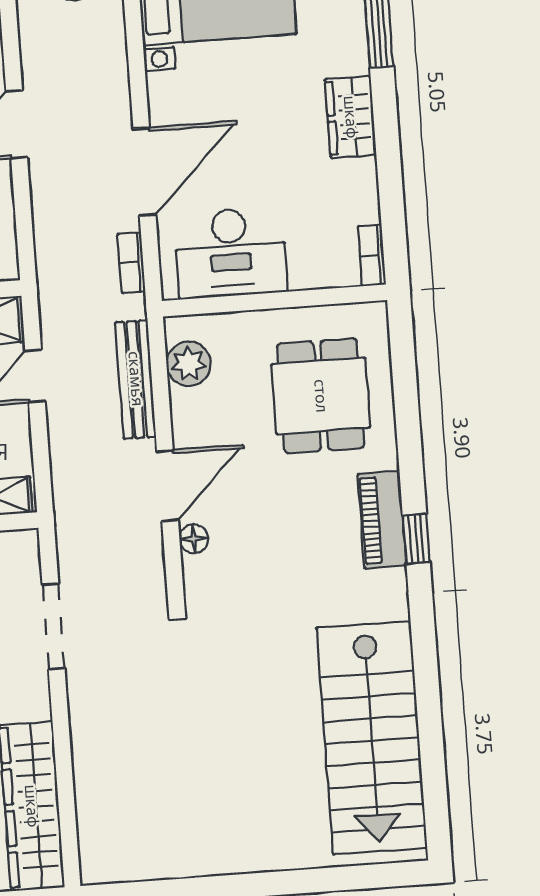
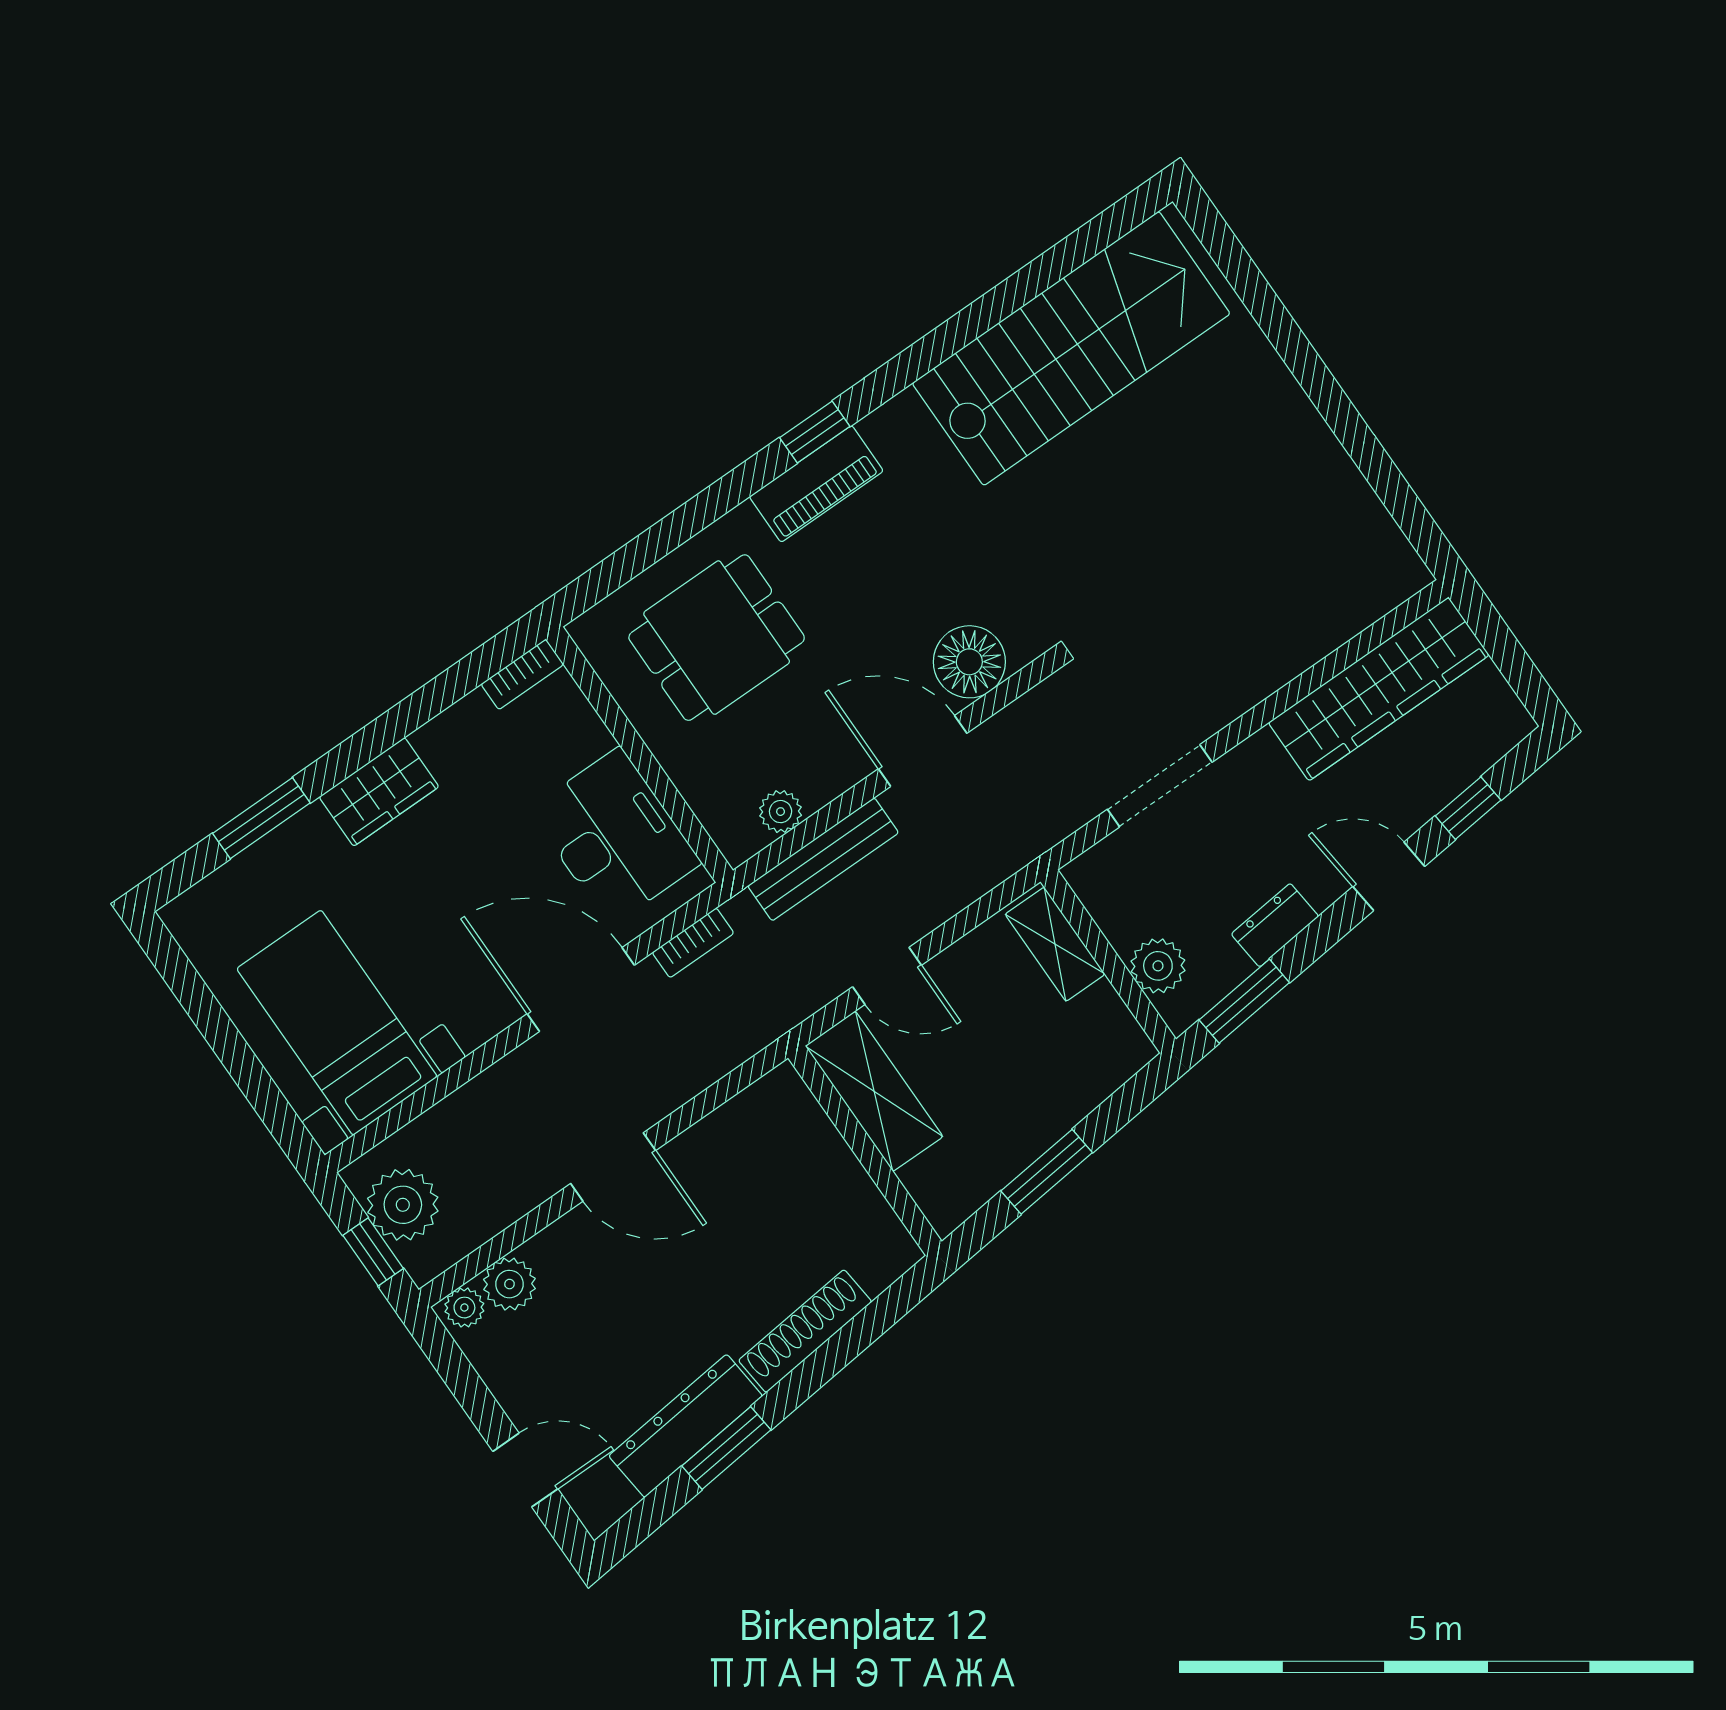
plant: (189, 364) -> (781, 812), width x0.73, depth x0.73
floor lamp: (194, 539) -> (969, 662), width x1.89, depth x1.89

